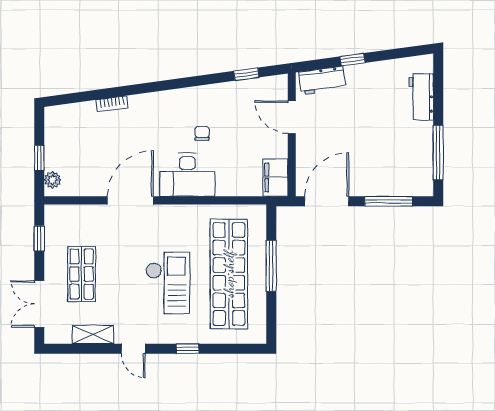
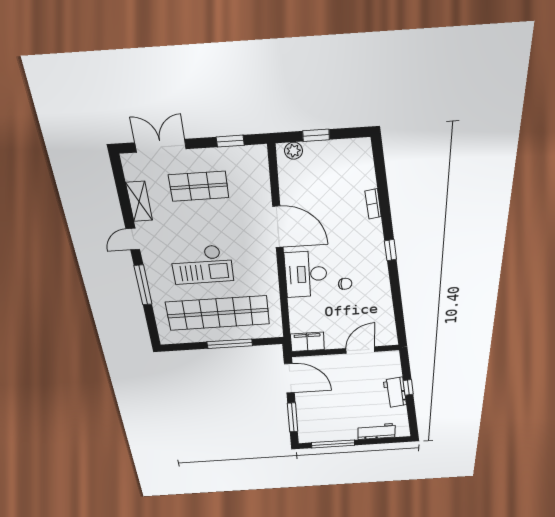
window: (246, 74) -> (390, 250), moved
workbench: (322, 80) -> (395, 392), moved
window: (187, 349) -> (143, 285), width x2.17

